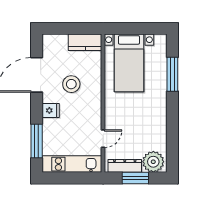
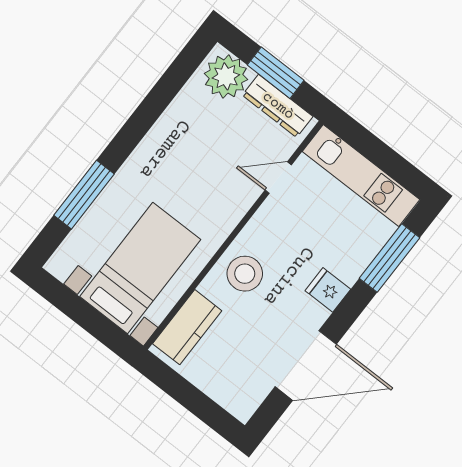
kitchen counter: (85, 42) -> (187, 327), moved, turned 90
stool: (71, 84) -> (245, 274), moved

